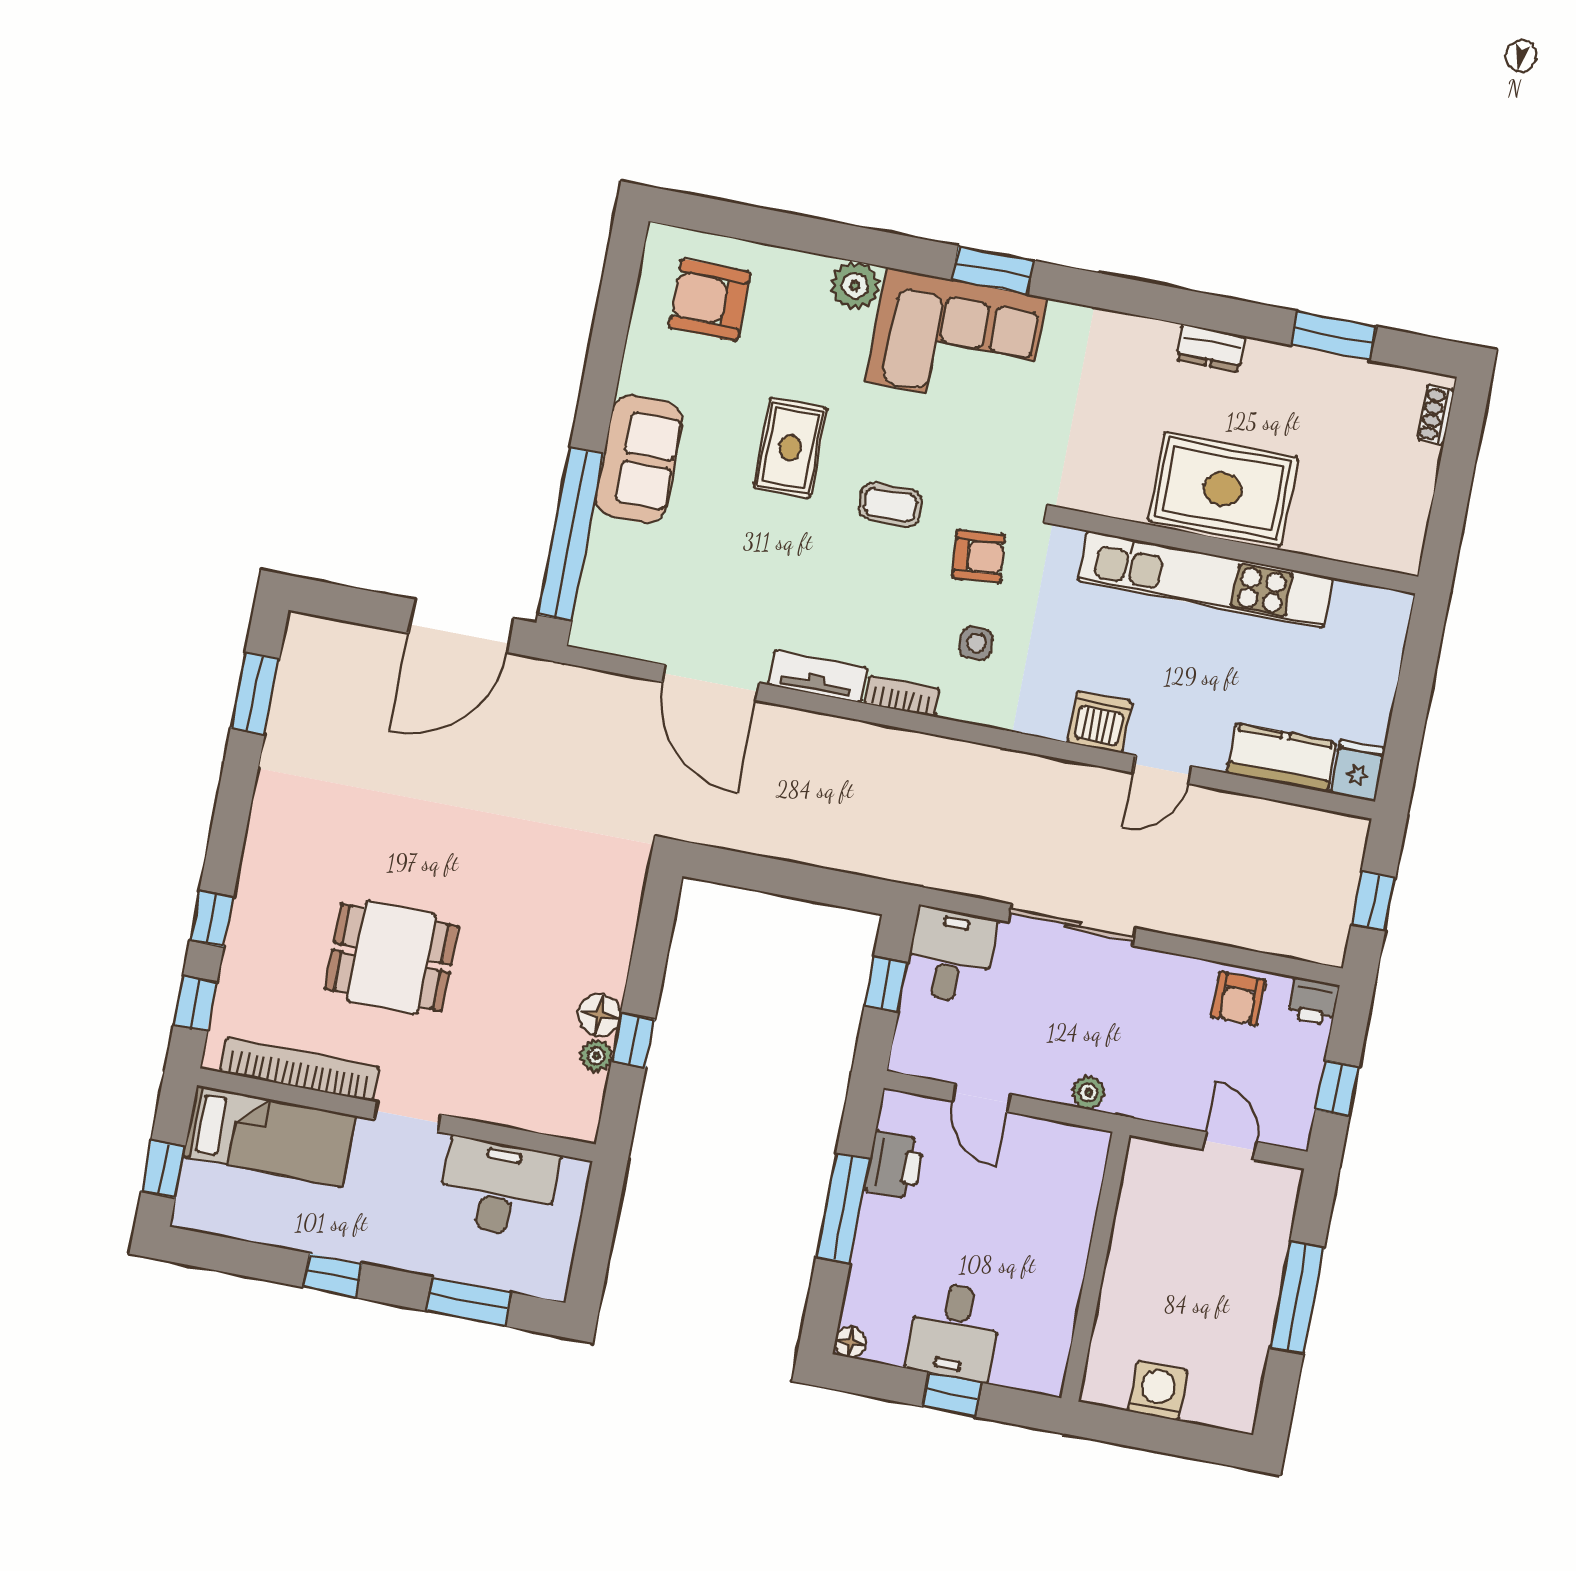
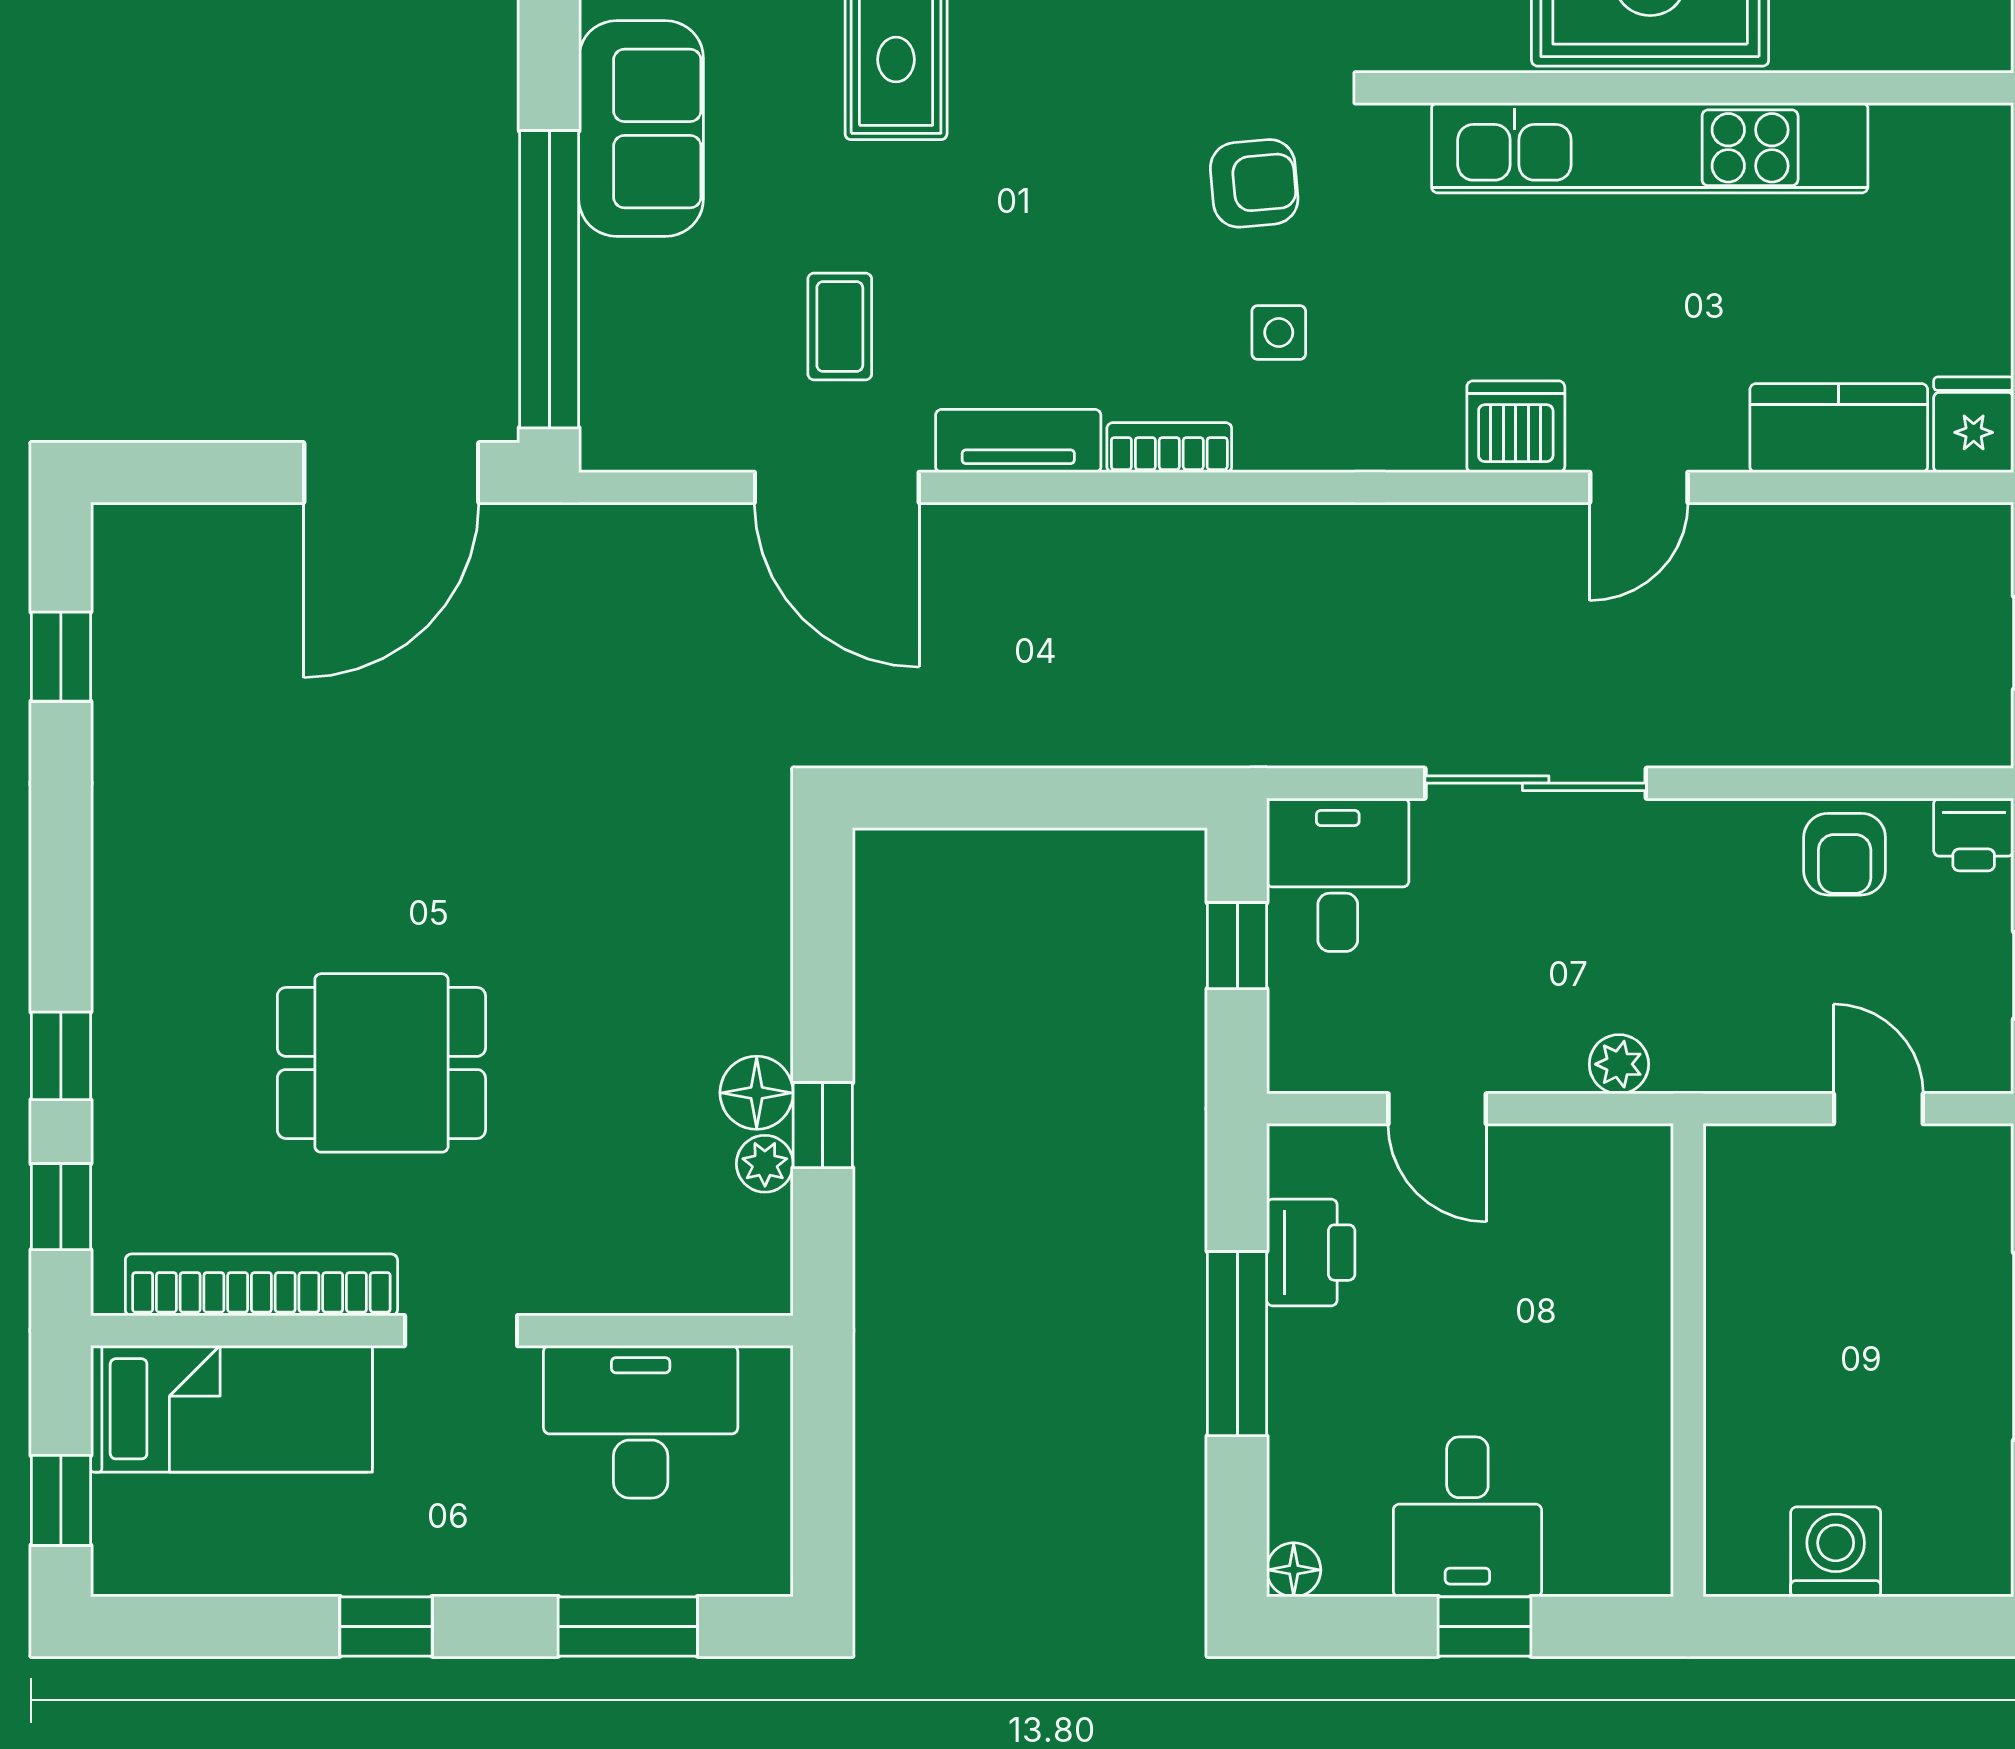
coffee table: (890, 505) -> (840, 326), moved, turned 90
window: (255, 694) -> (61, 657), width x0.67

